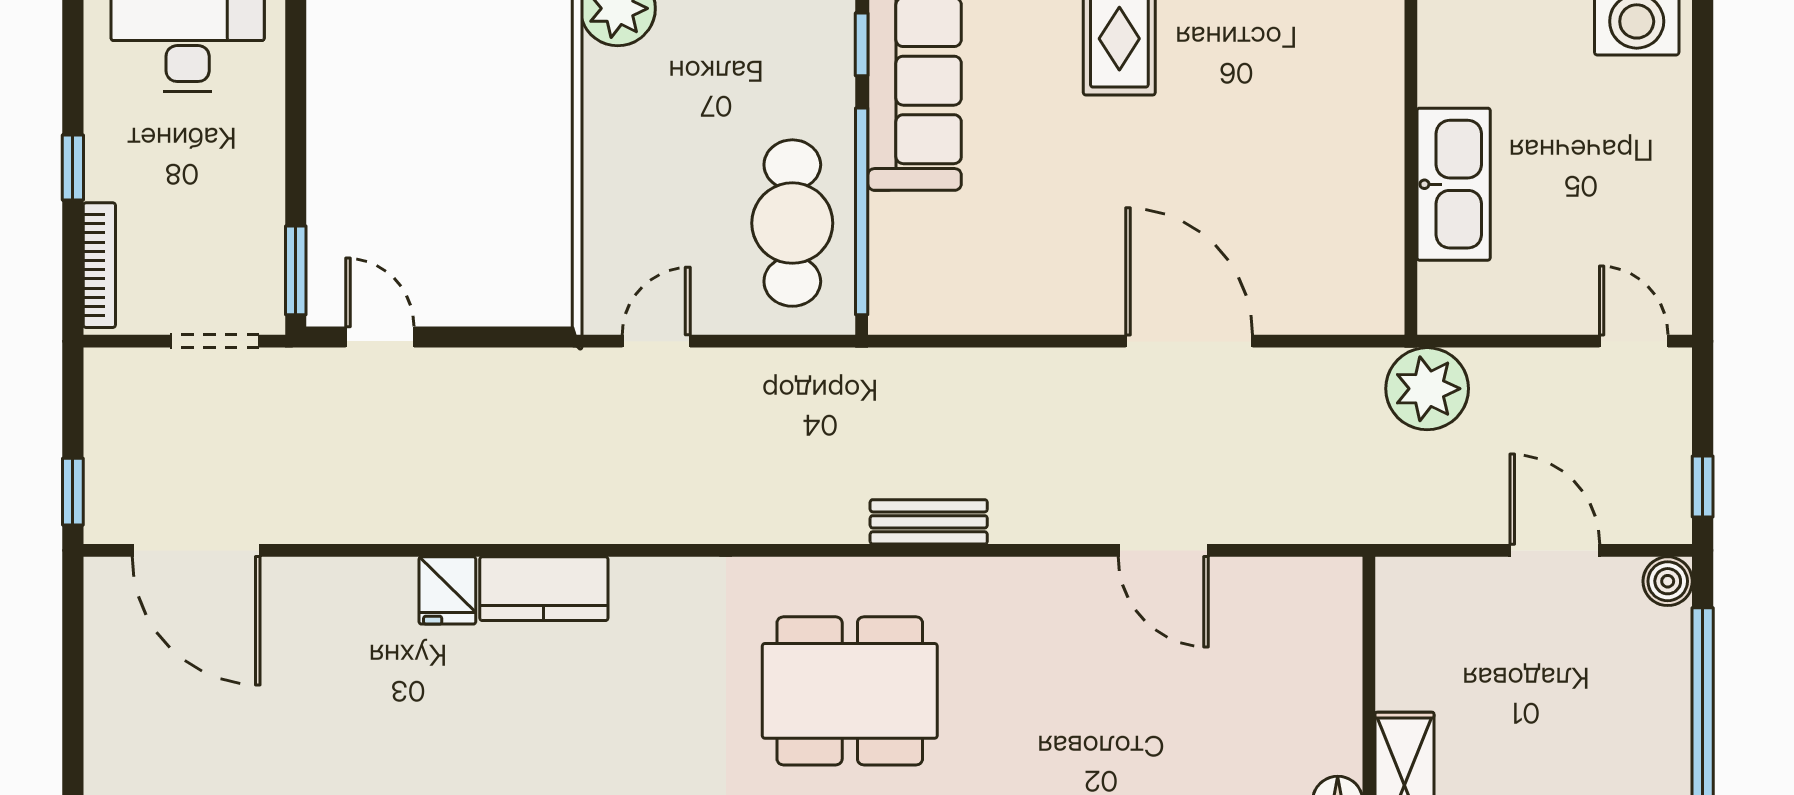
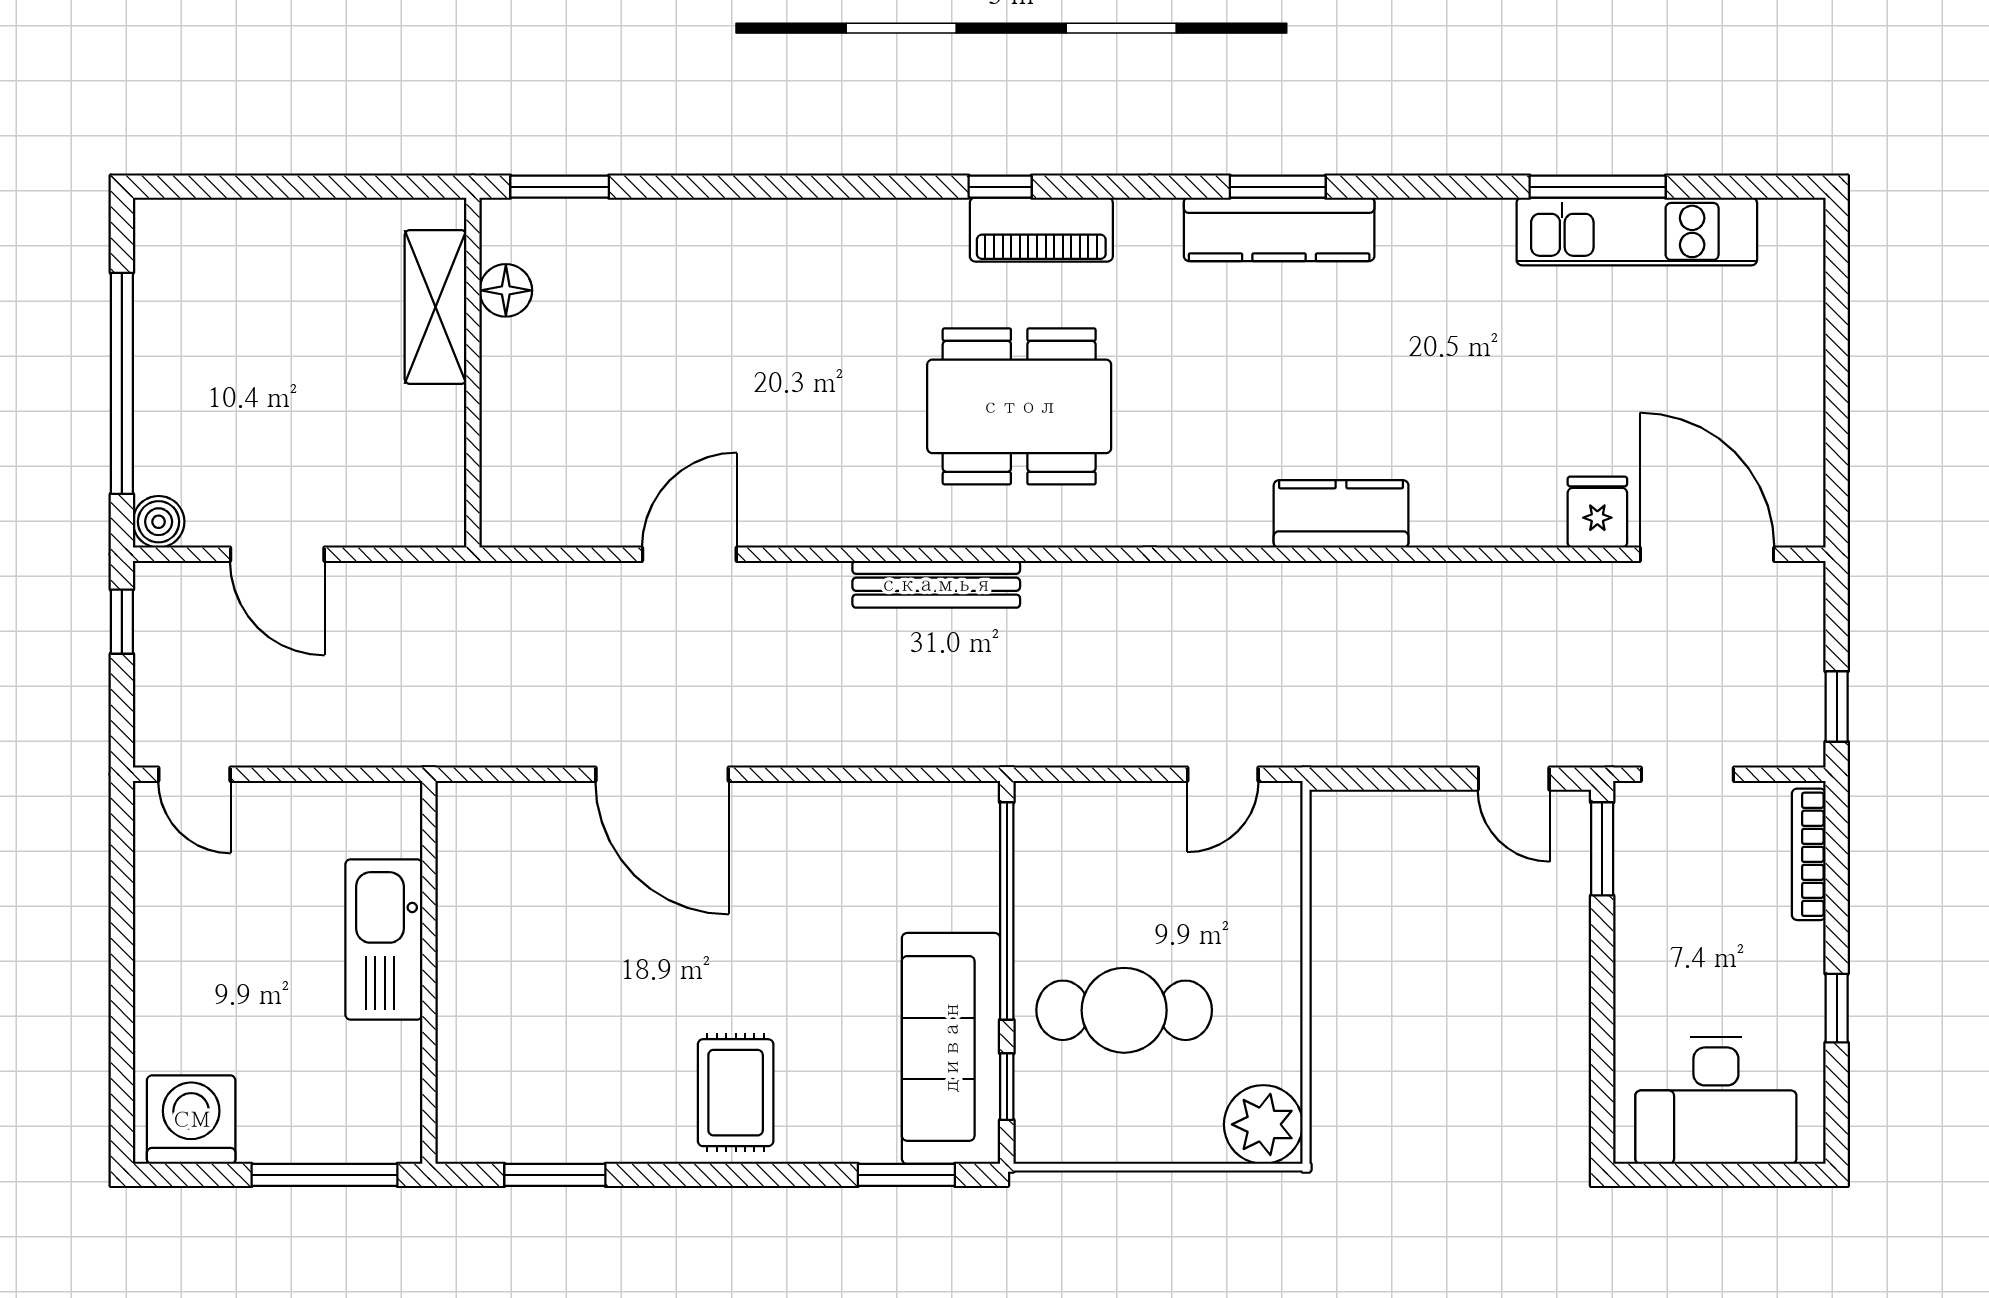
window: (73, 168) -> (1837, 1008), moved
cafe table: (792, 223) -> (1124, 1010), moved, turned 90
plant: (1427, 389) -> (412, 724), removed
window: (73, 492) -> (1837, 706), moved
bench: (929, 522) -> (936, 584), width x1.36
door: (1163, 550) -> (689, 554), hinge flipped
fridge: (447, 590) -> (1597, 512), moved

